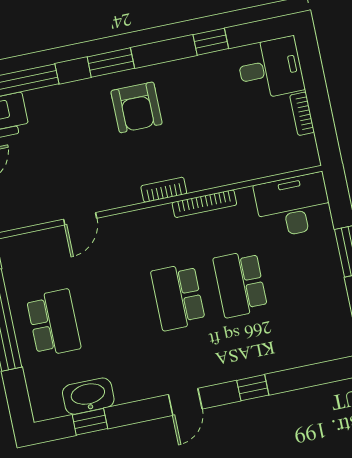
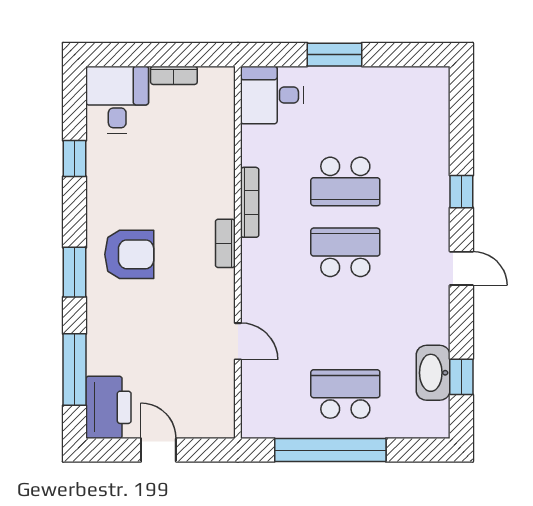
desk: (293, 206) -> (272, 95), width x0.73
school desk: (178, 297) -> (345, 252), turned 180

